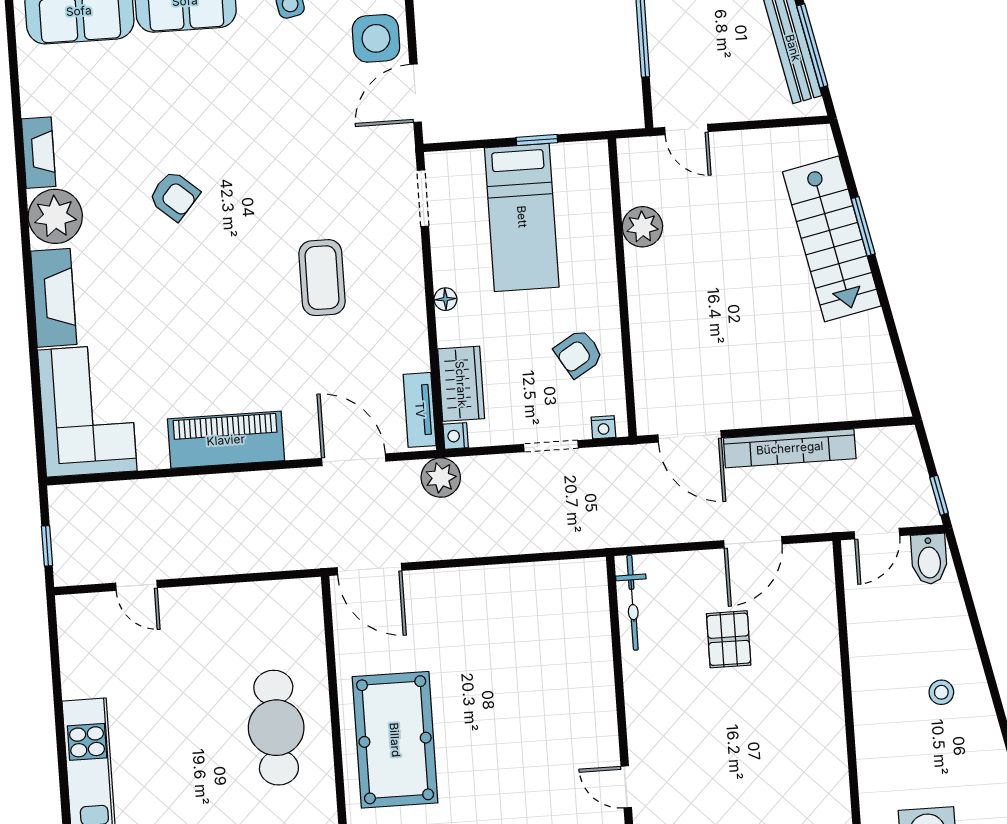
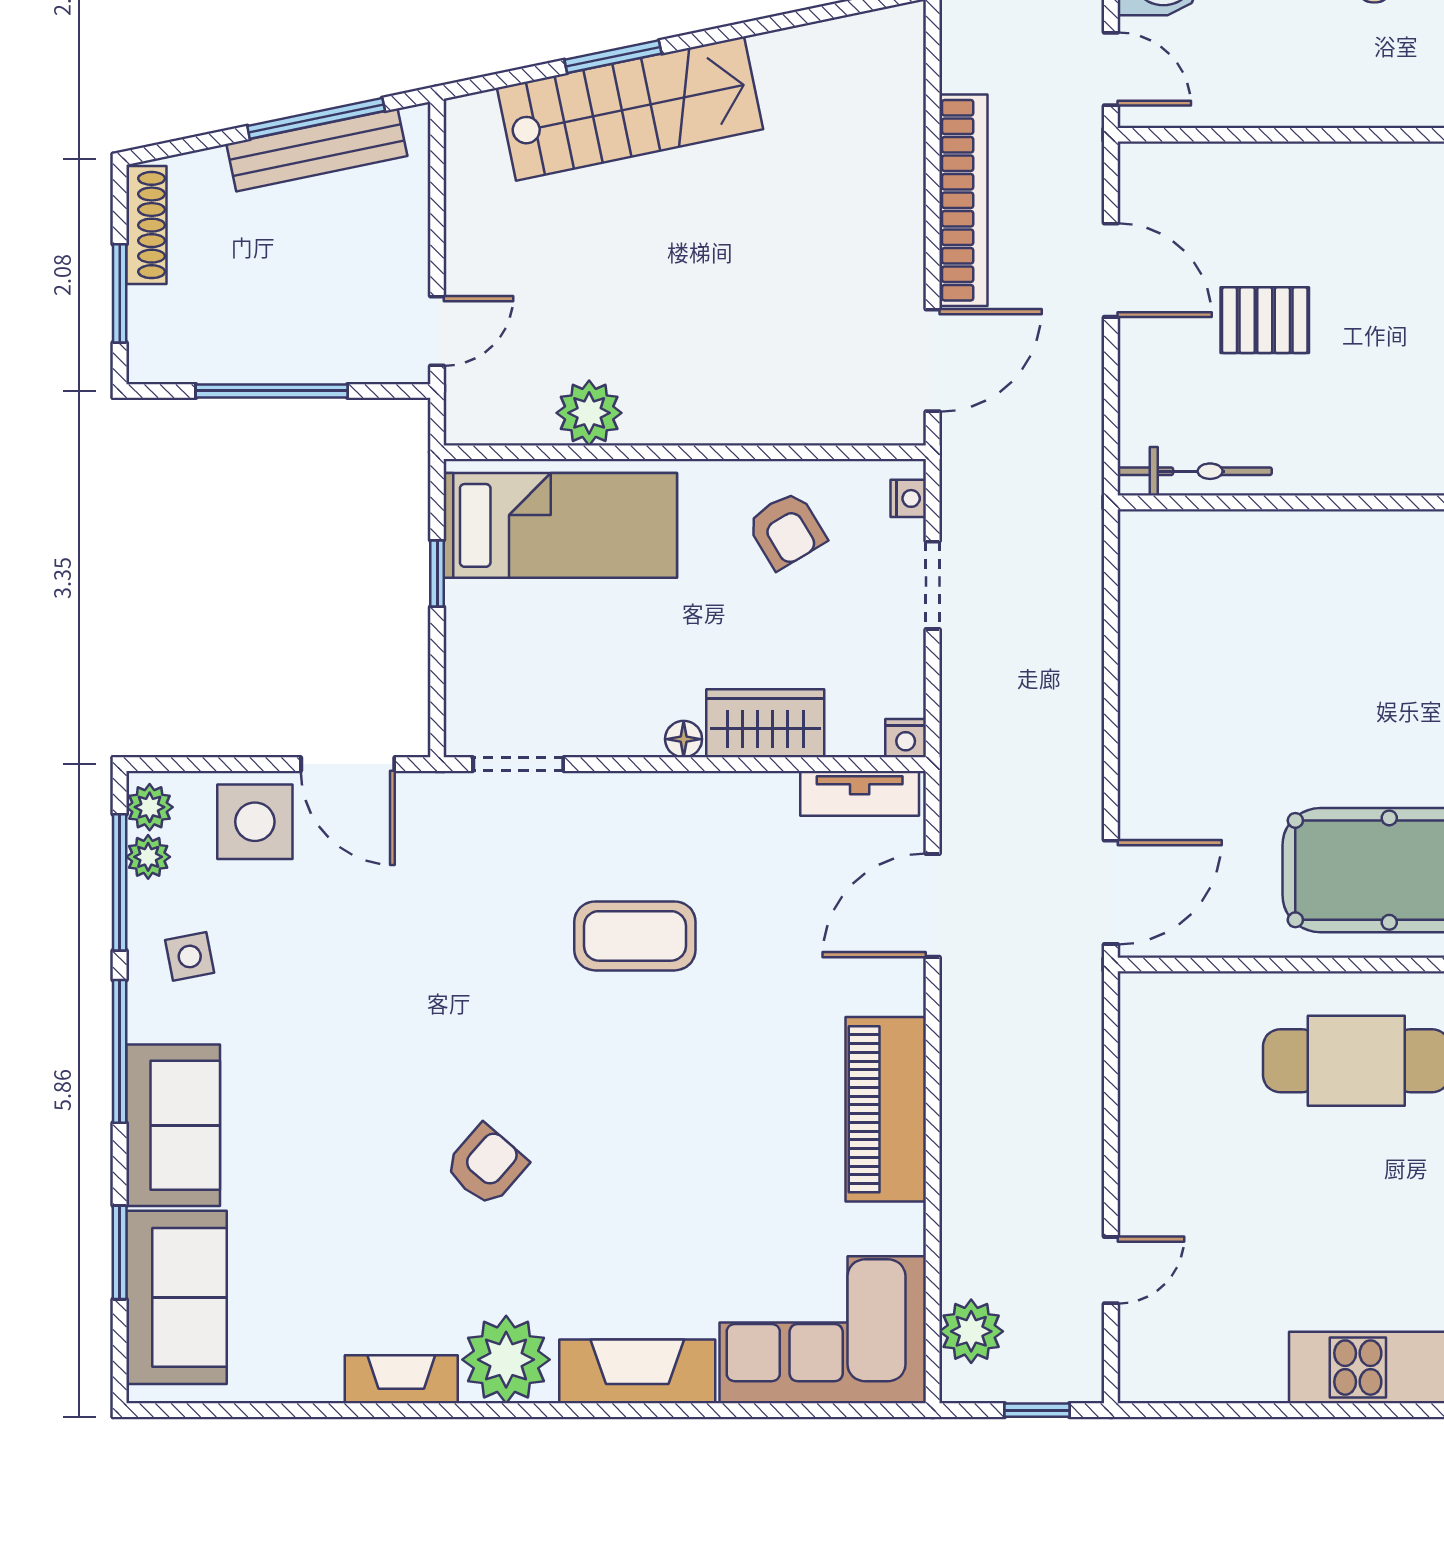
bed: (522, 217) -> (560, 525), moved
wardrobe: (461, 384) -> (765, 723), moved
plant: (441, 478) -> (971, 1331), moved

